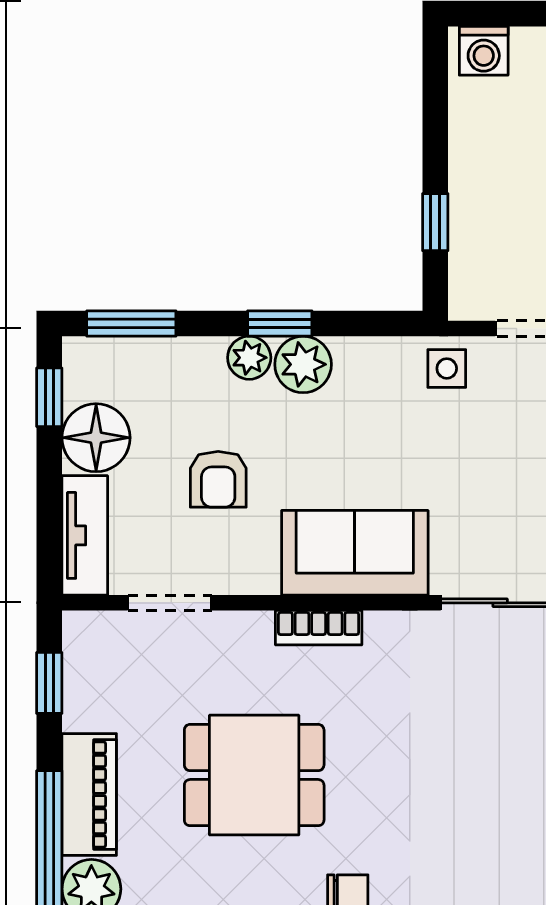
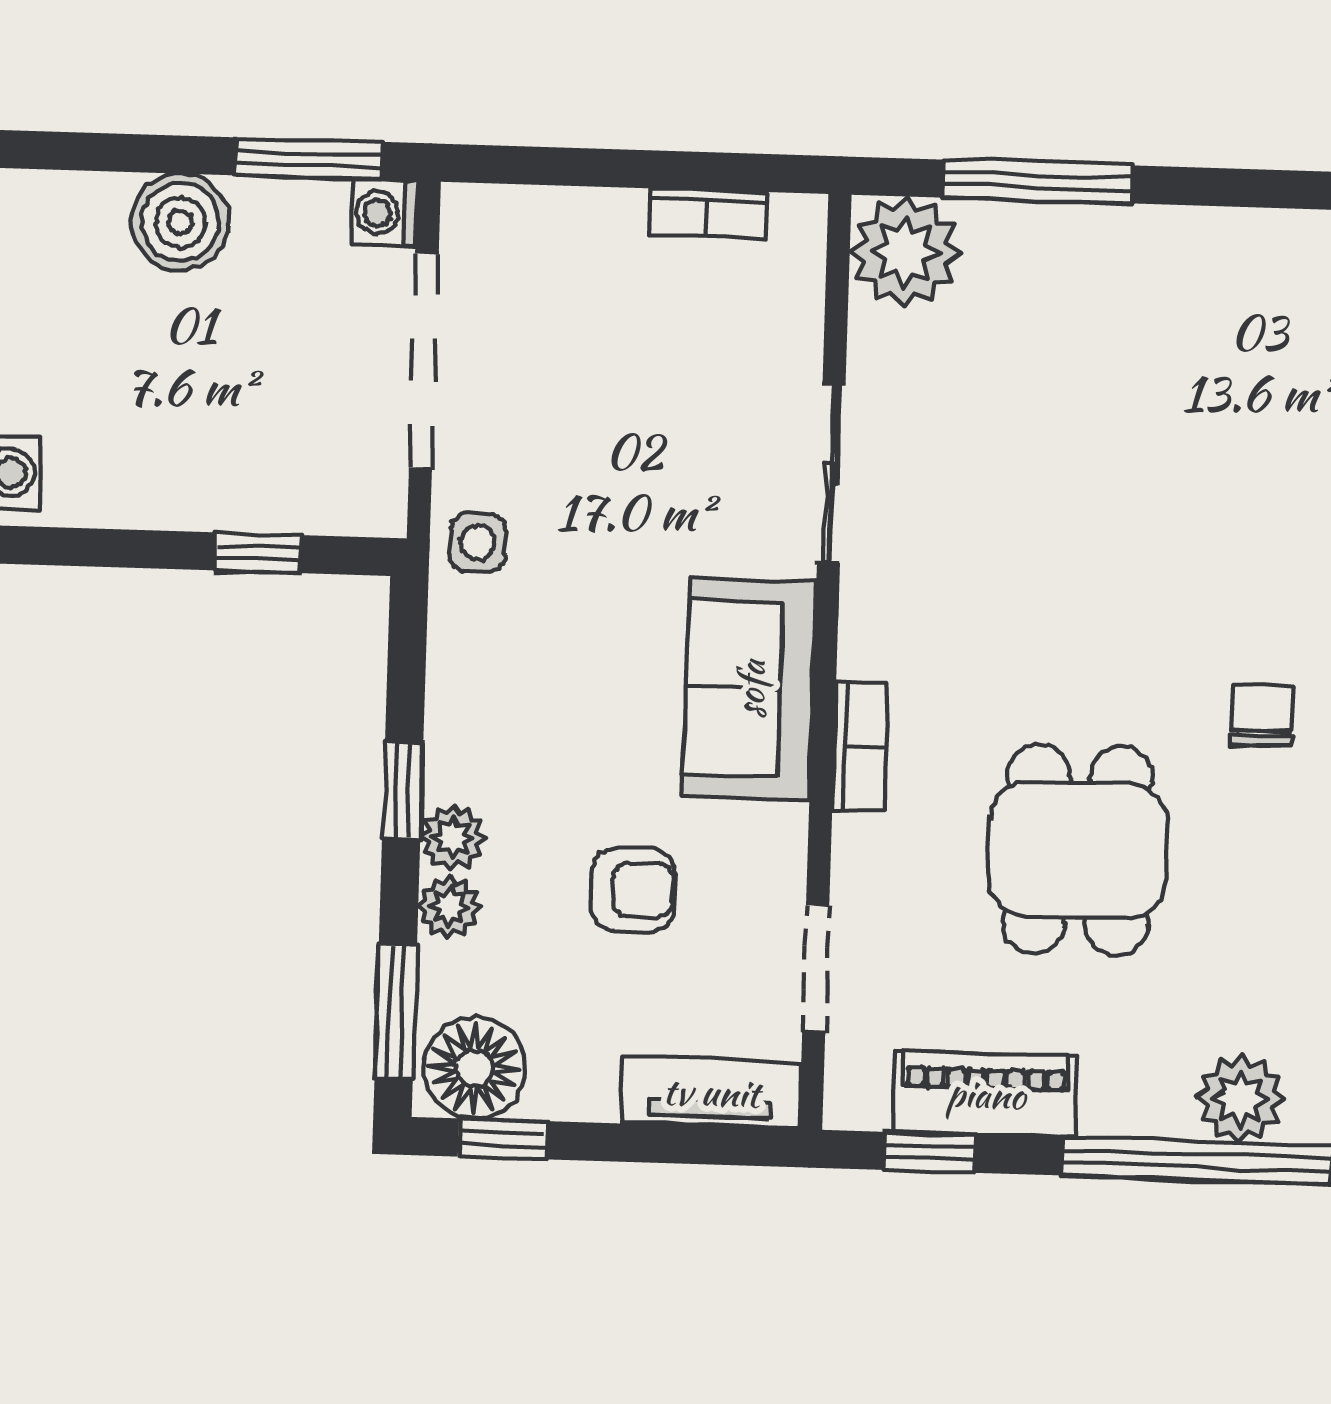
plant: (303, 364) -> (449, 907), moved, width x0.73, depth x0.73
floor lamp: (96, 438) -> (474, 1068), moved
piano: (89, 795) -> (986, 1094), moved

